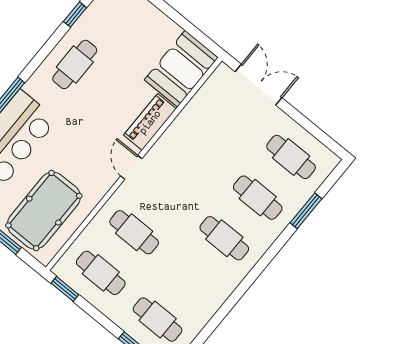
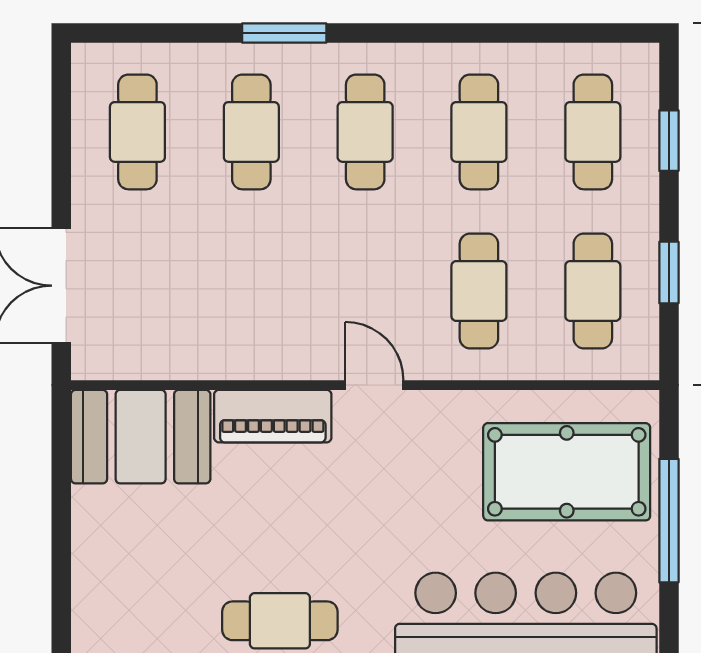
door: (131, 167) -> (374, 385), swing flipped
window: (306, 211) -> (284, 33), moved
cafe table: (191, 279) -> (479, 132), added
window: (65, 289) -> (669, 273), moved

